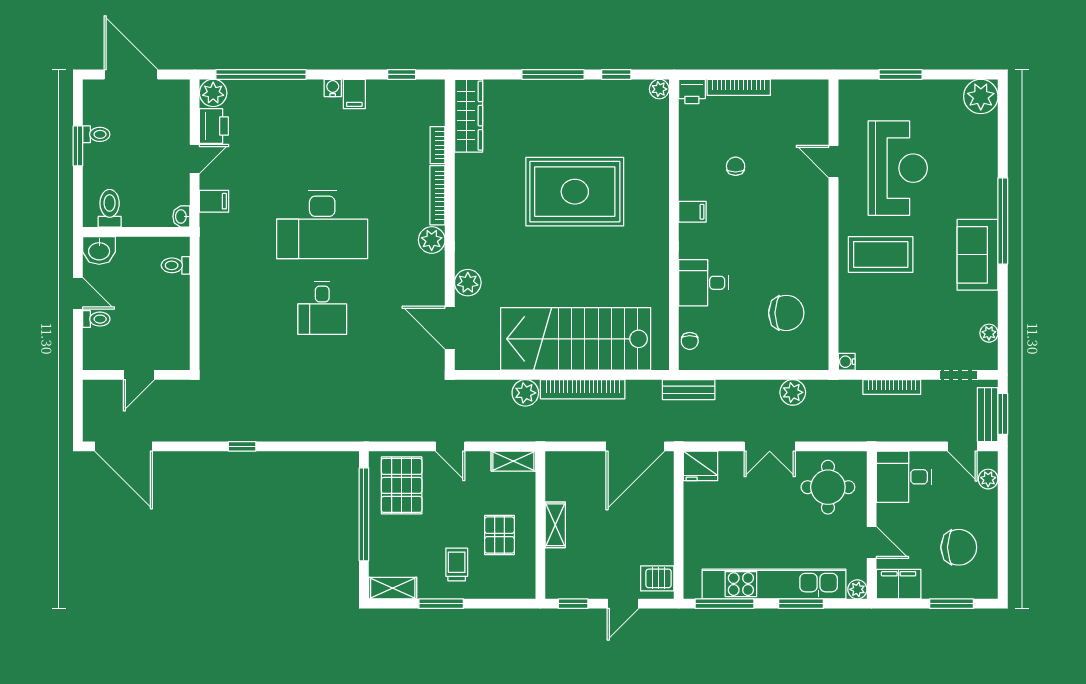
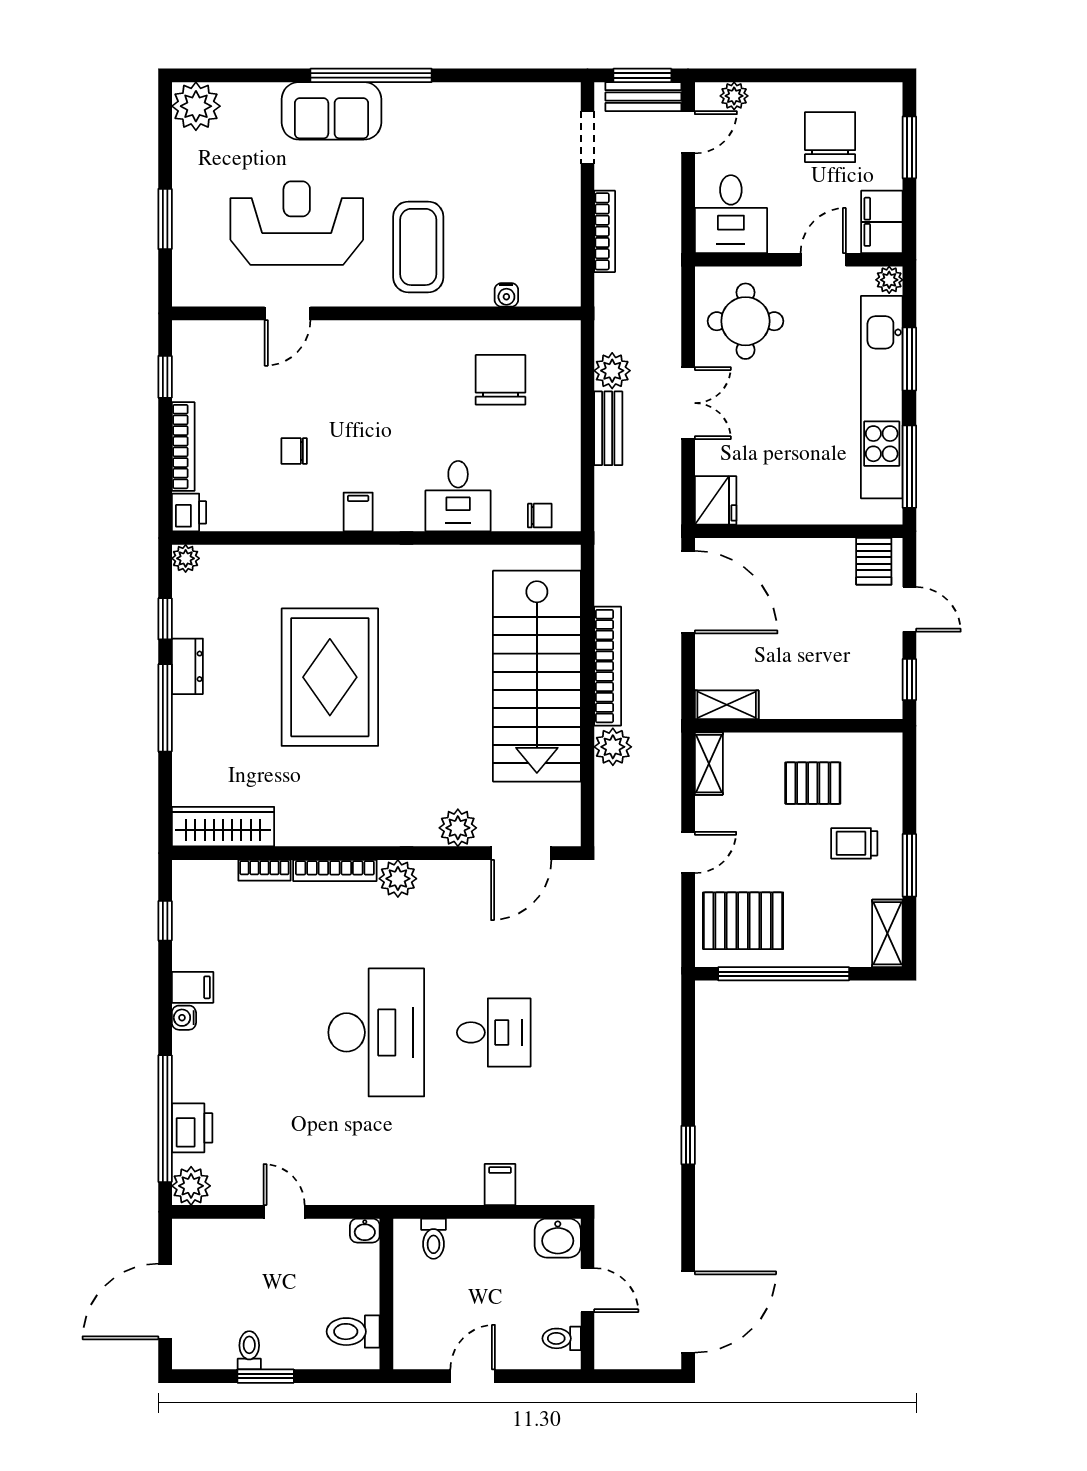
window: (788, 74) -> (165, 377), added
dresser: (583, 90) -> (187, 666), added
printer: (214, 126) -> (192, 1128), moved, turned 90
filing cabinet: (214, 201) -> (500, 1185), moved
washbasin: (99, 250) -> (558, 1238), moved, turned 90
sofa: (978, 255) -> (331, 111), moved
toilet: (96, 319) -> (562, 1338), moved, turned -90
plant: (989, 333) -> (529, 95), removed
water cooler: (847, 362) -> (506, 295), moved
bench: (689, 390) -> (608, 428), moved
shelving: (555, 525) -> (727, 705), moved

